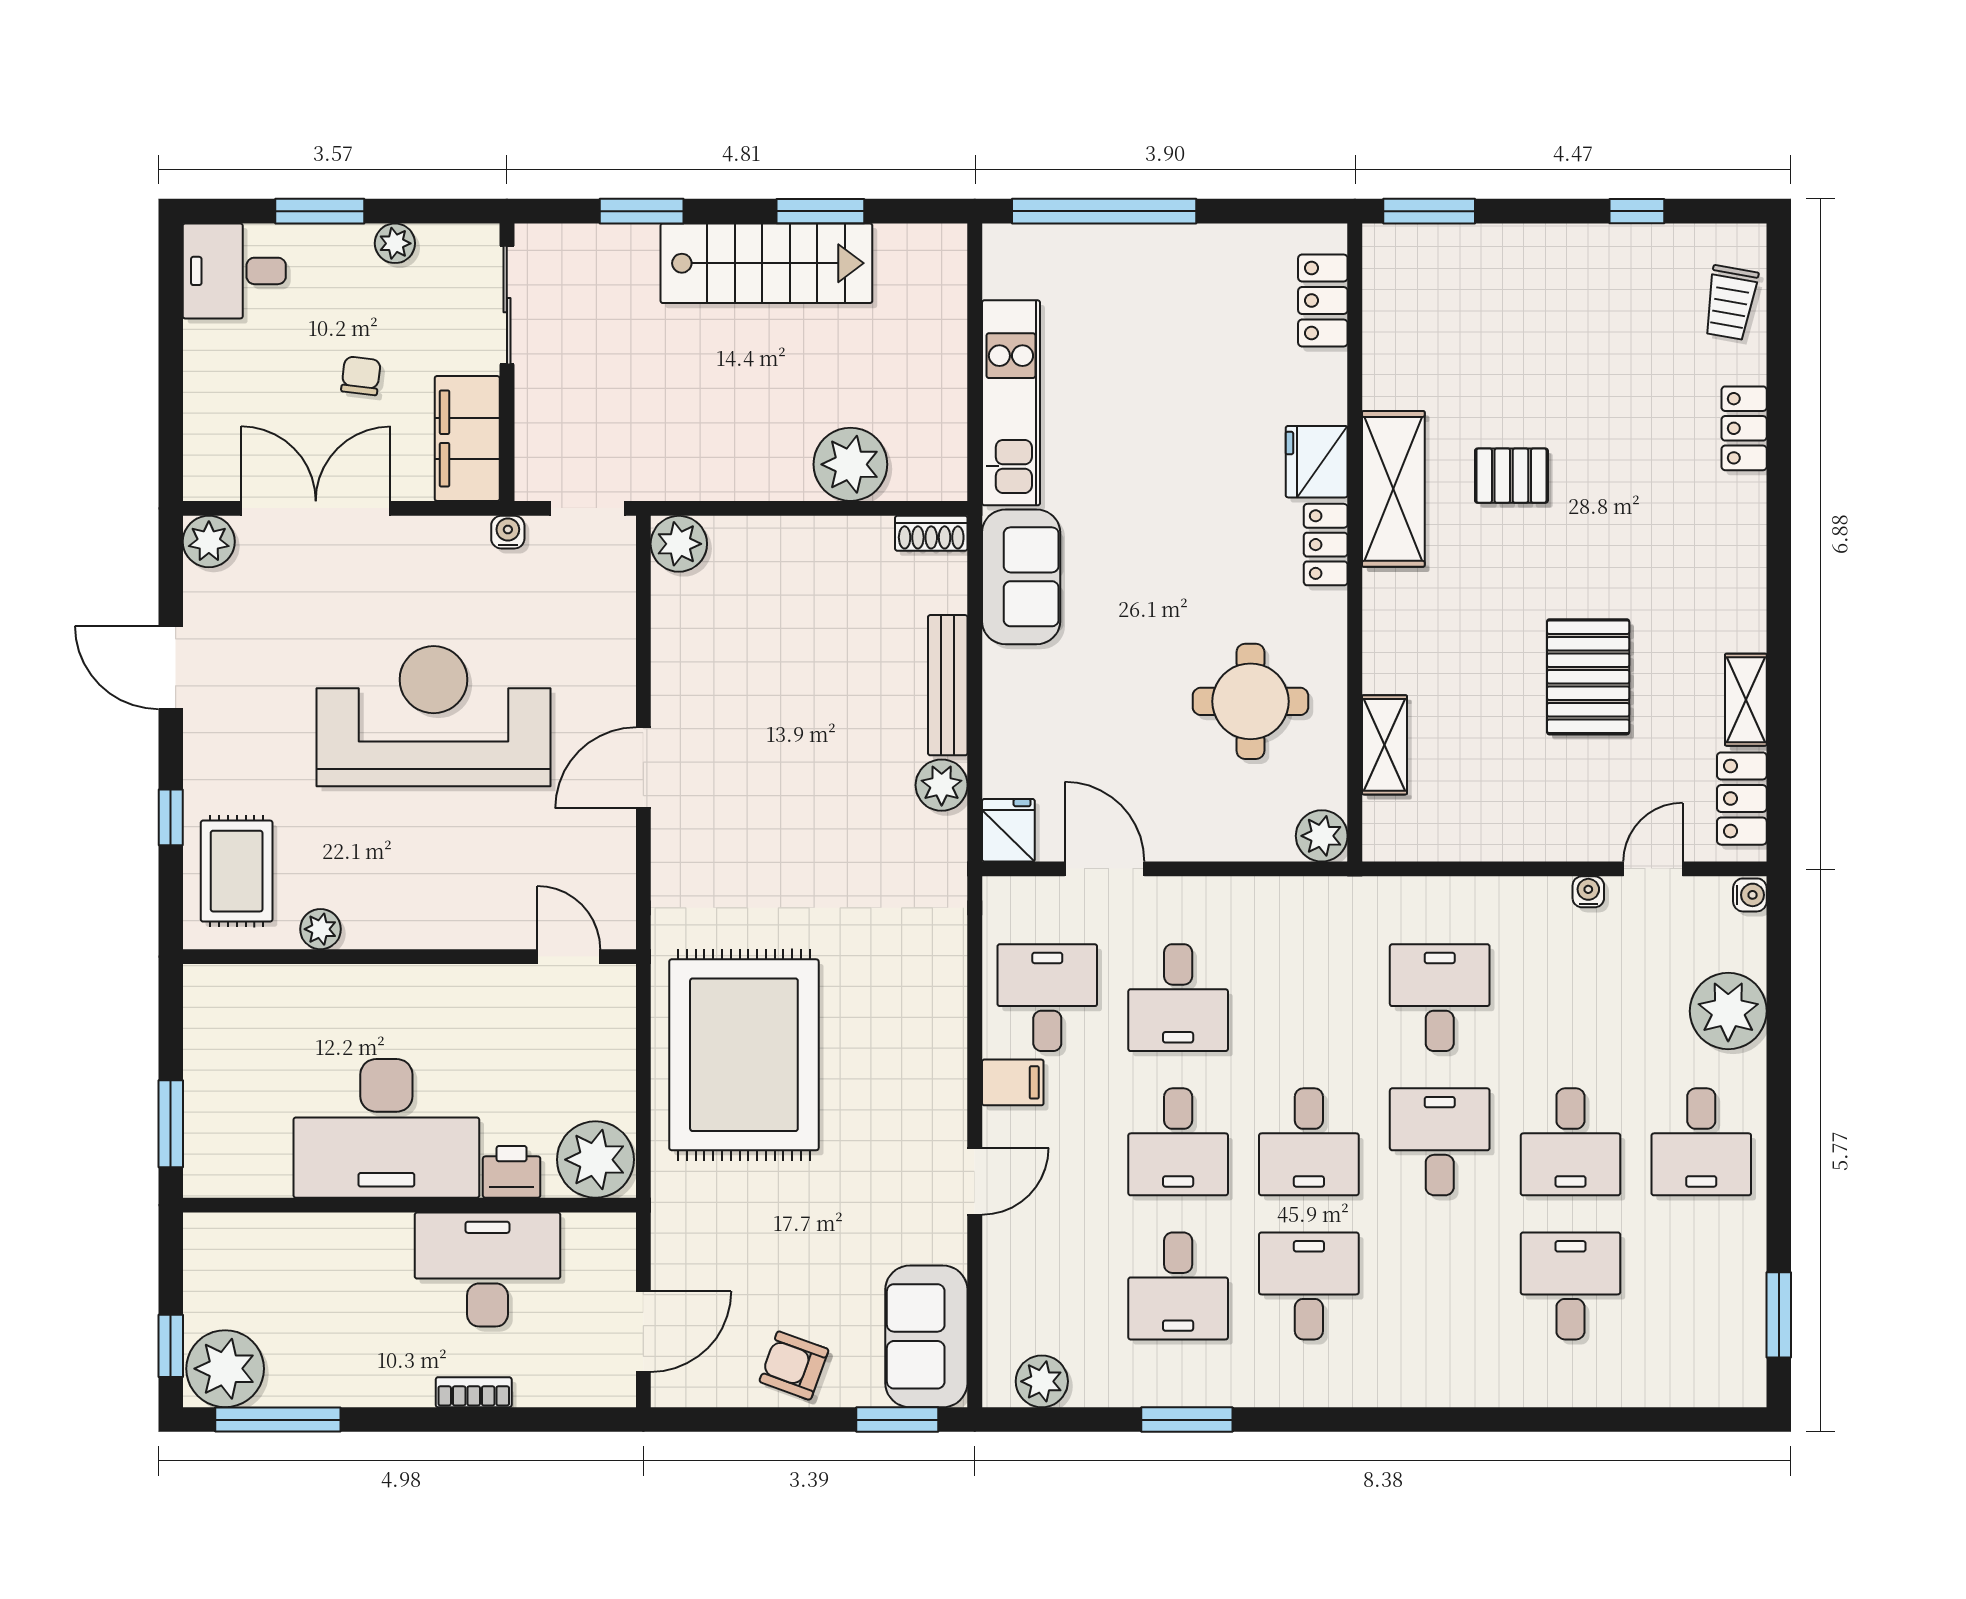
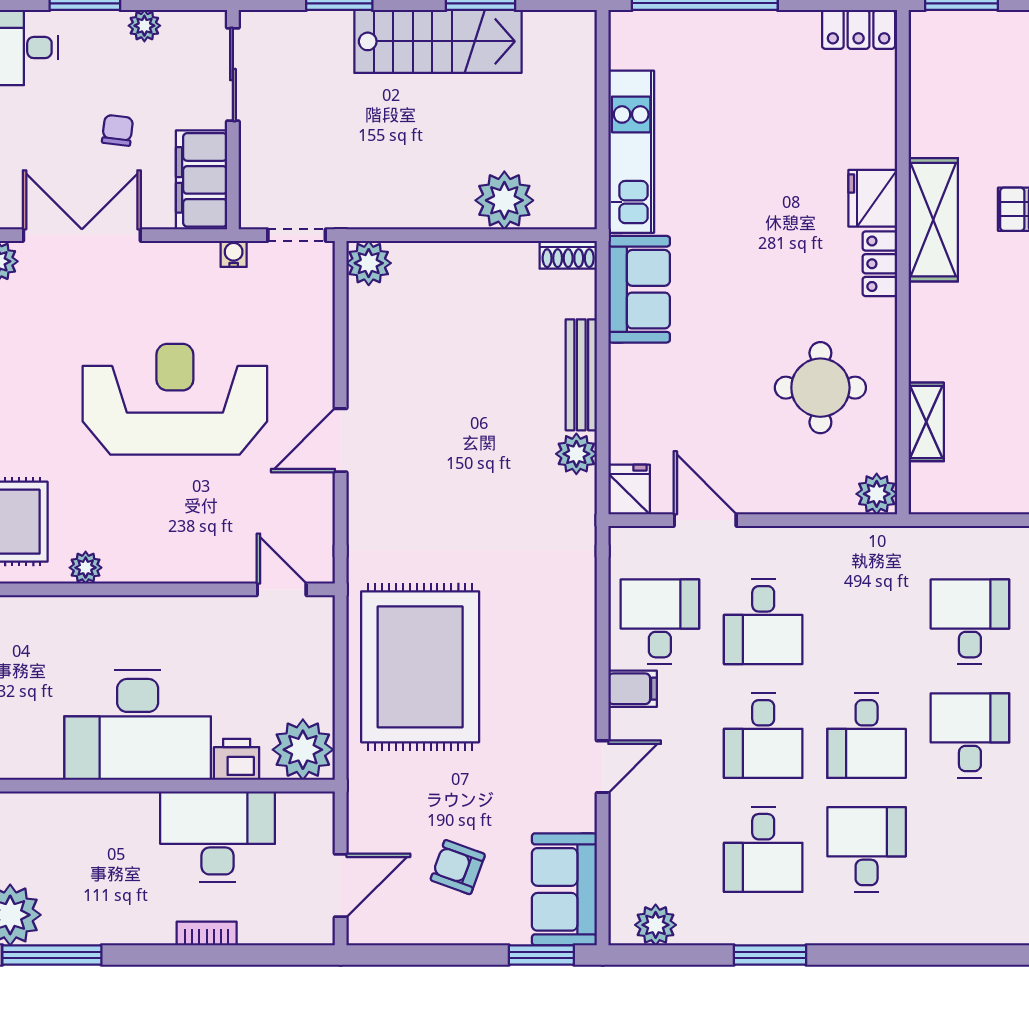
locker: (1323, 301) -> (859, 29), moved, turned -90
armchair: (794, 1366) -> (458, 867), moved

